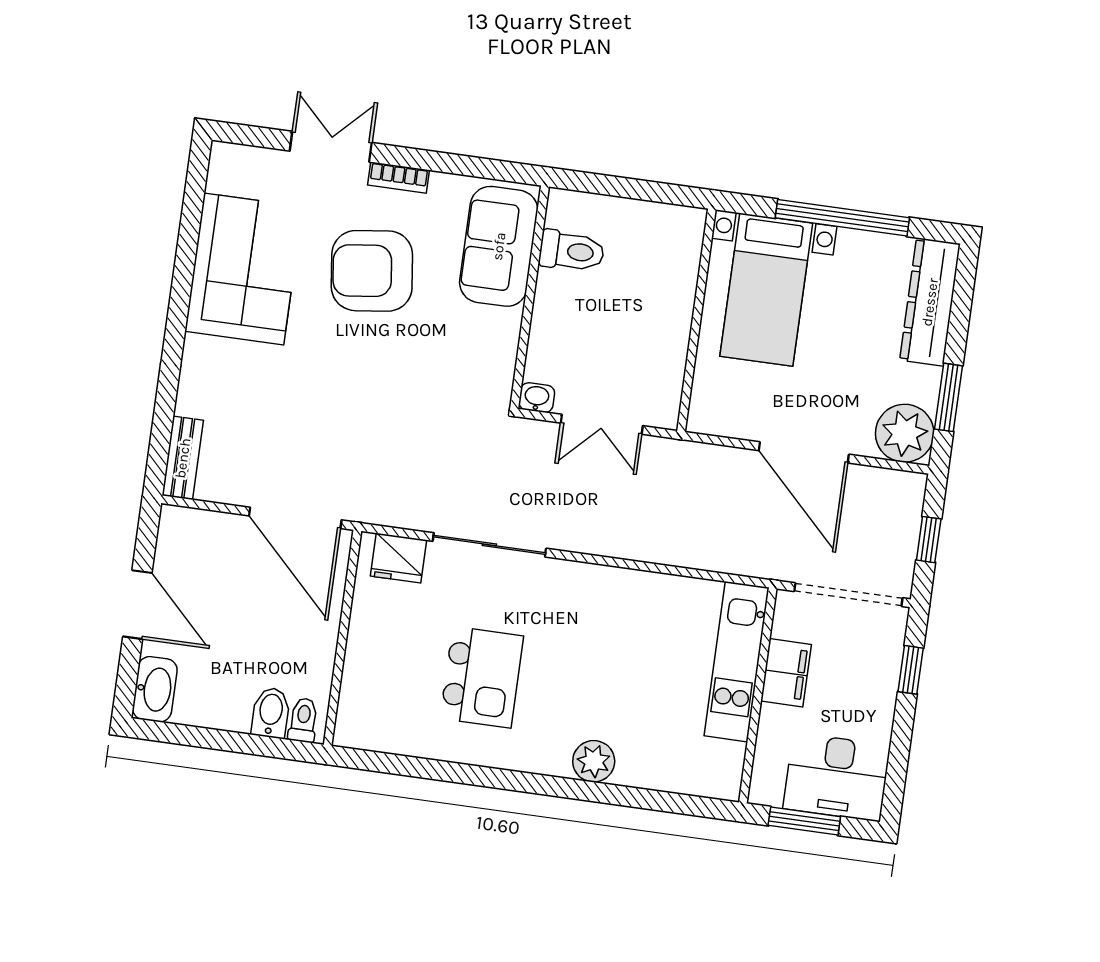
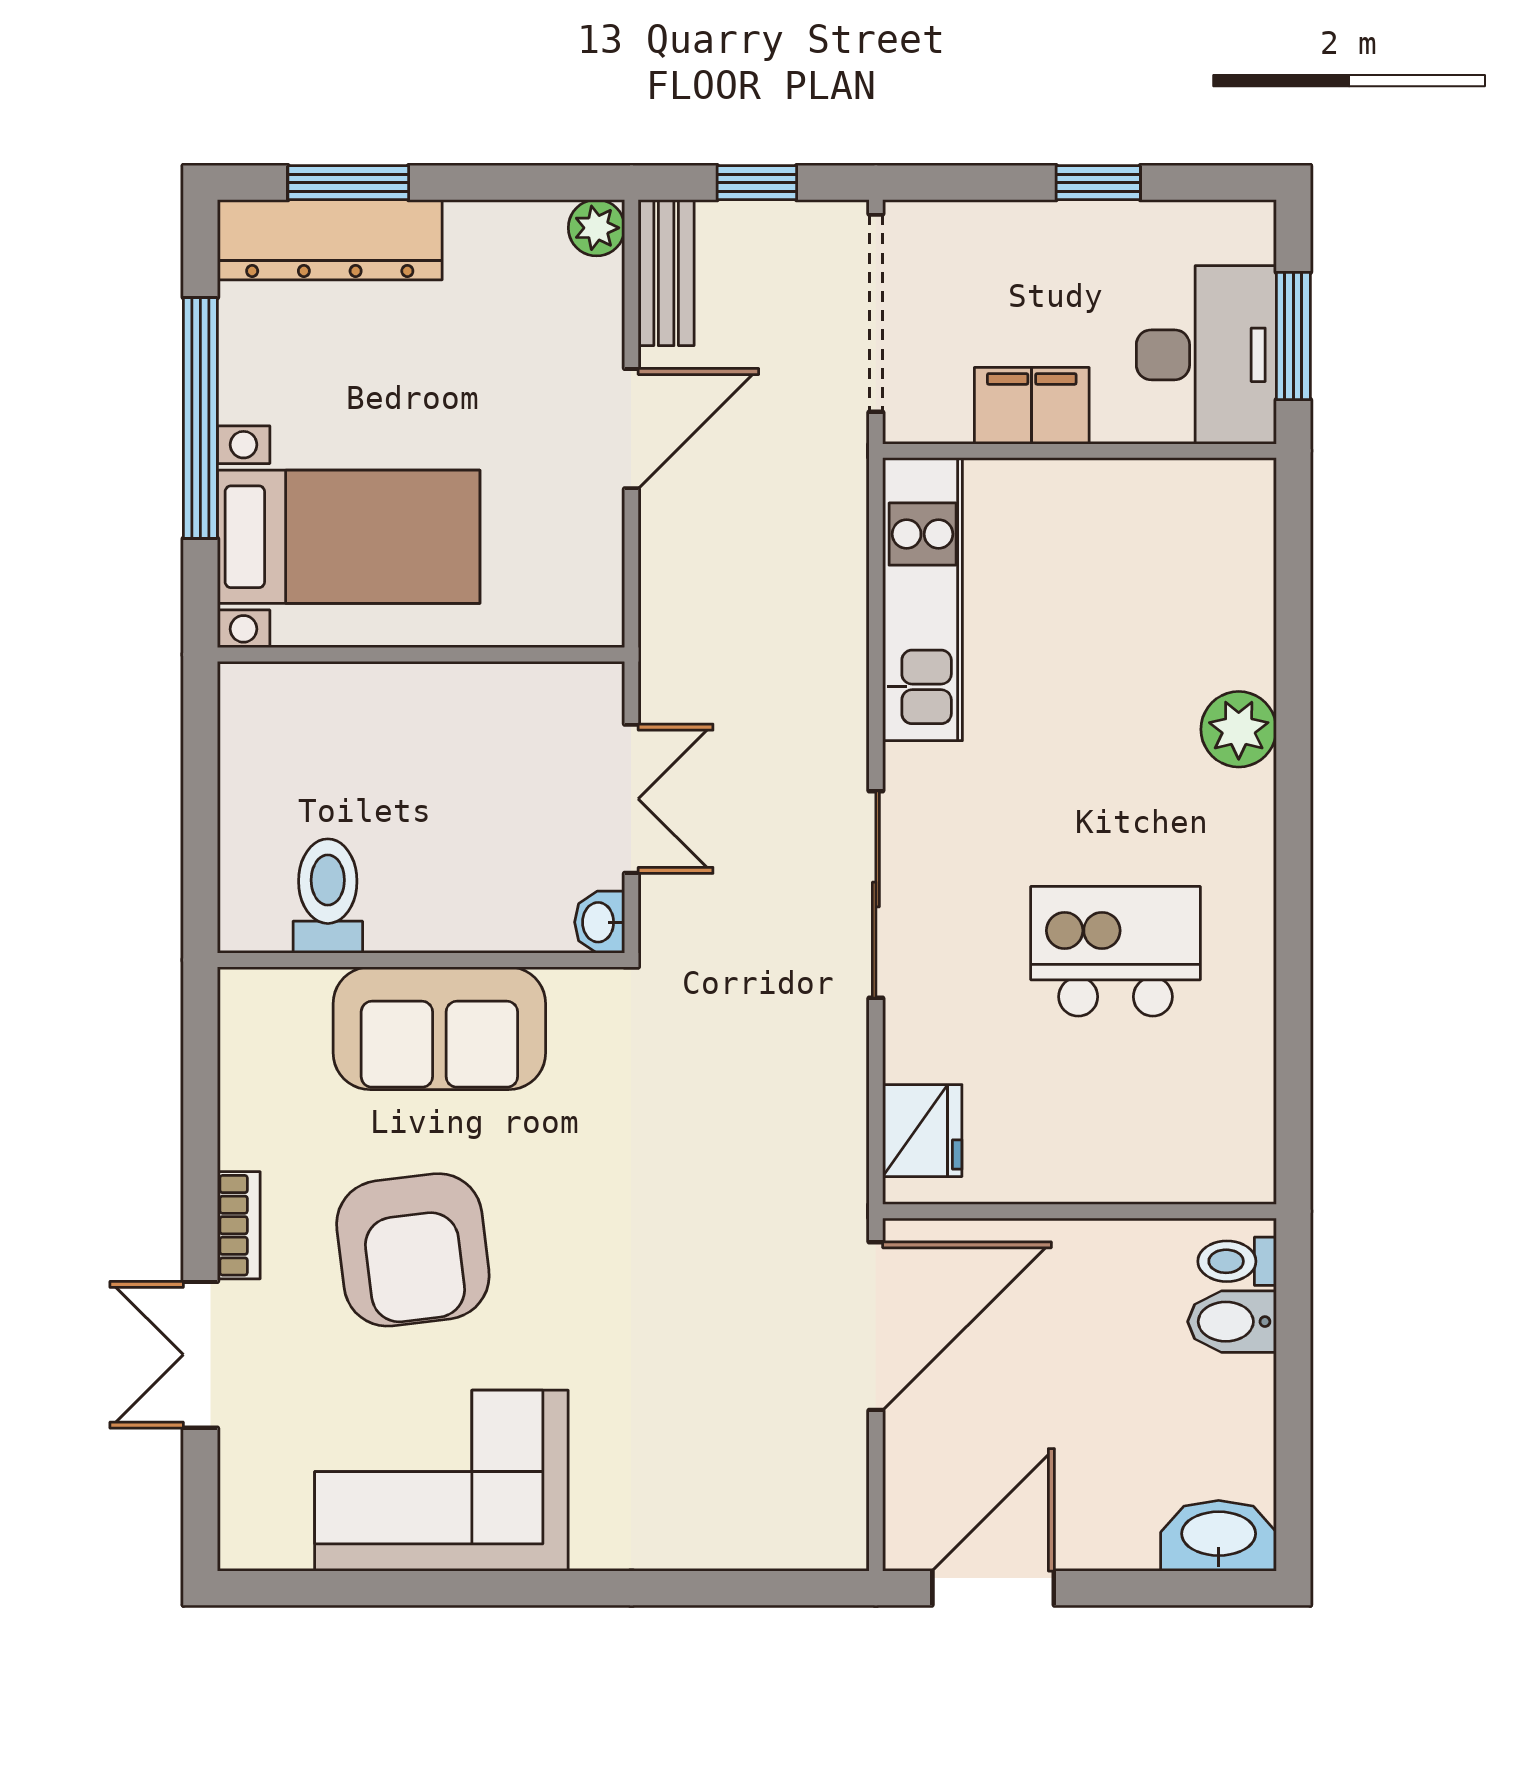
sofa: (499, 246) -> (439, 1028), moved
window: (948, 397) -> (348, 183), moved
plant: (905, 433) -> (596, 228), width x0.53, depth x0.53
door: (804, 452) -> (631, 429), width x0.73
bench: (183, 458) -> (666, 273), moved, turned 90
sliding door: (489, 545) -> (876, 894), moved
door: (137, 605) -> (993, 1588), moved
kitchen unit: (737, 662) -> (923, 599), moved, turned -90
window: (911, 670) -> (1098, 183), moved
desk: (837, 777) -> (1206, 355), moved

